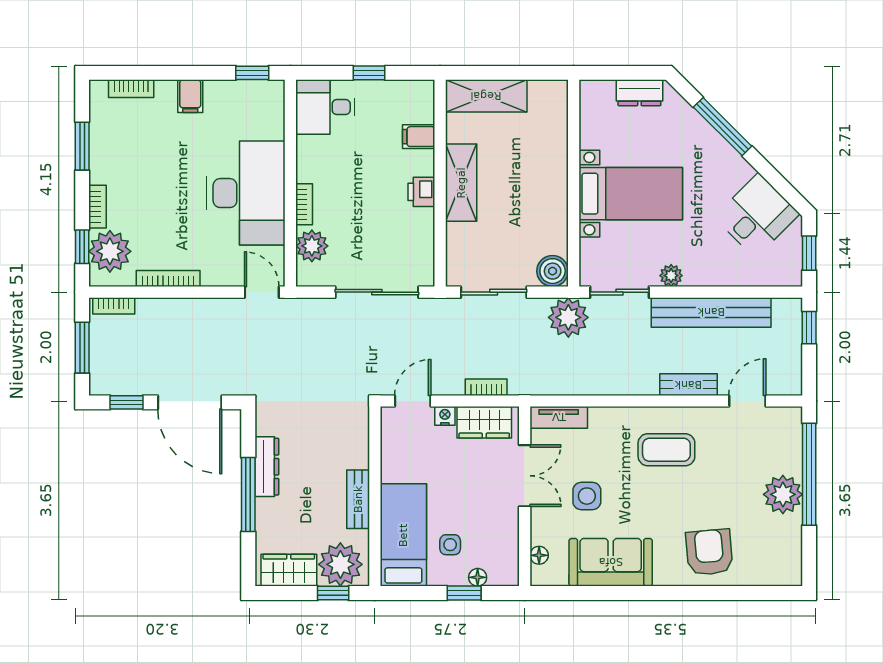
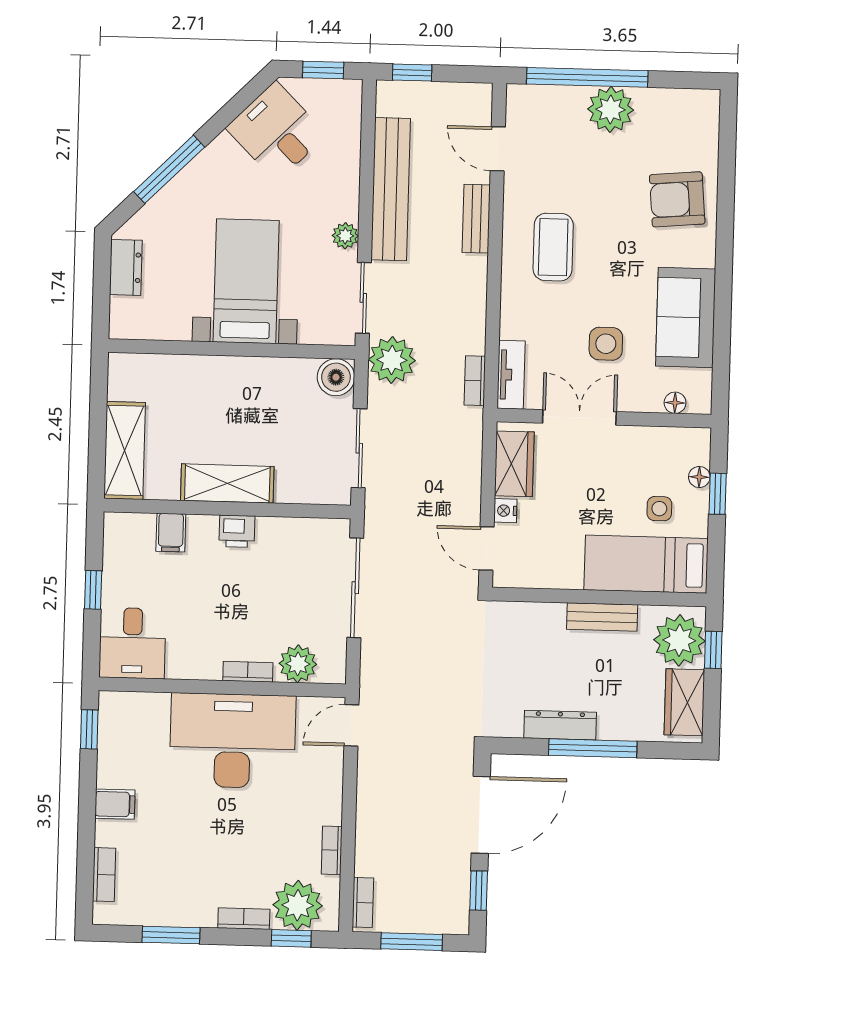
bookcase: (168, 279) -> (332, 850), width x0.64
bookcase: (486, 387) -> (475, 381), moved

